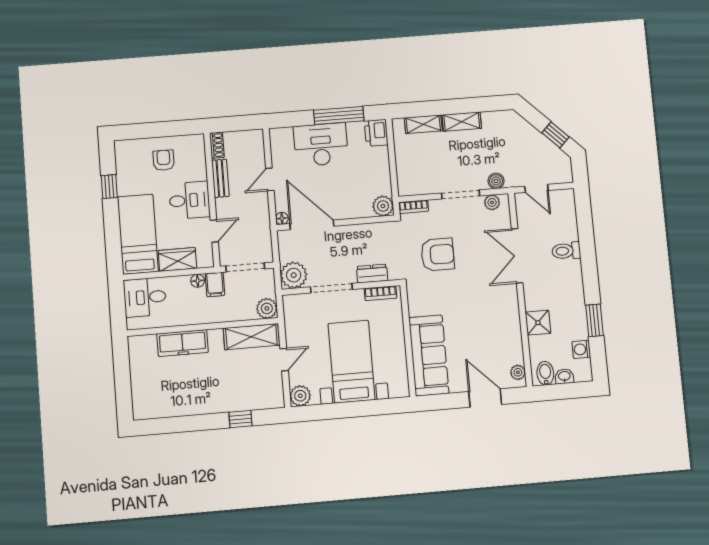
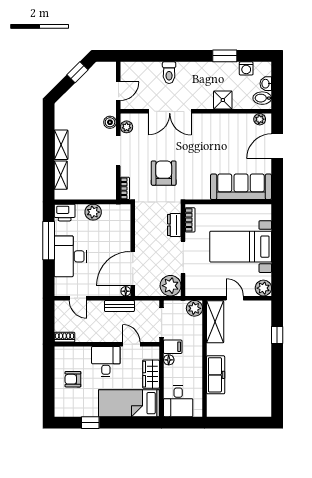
bench: (220, 178) -> (119, 306), moved
door: (270, 179) -> (78, 298), moved
plant: (383, 206) -> (93, 212), moved

